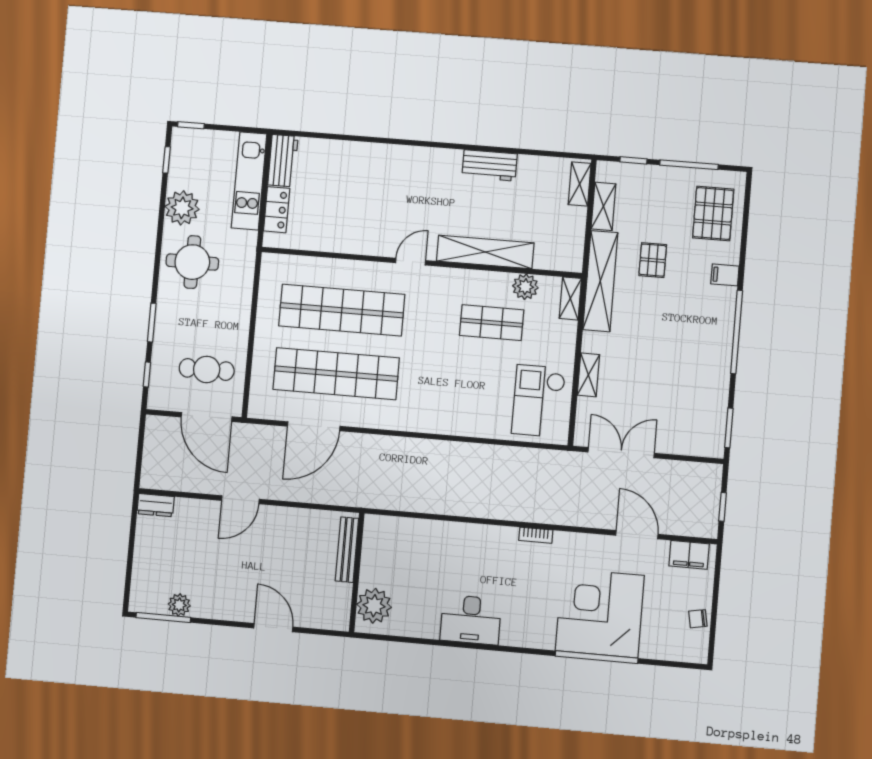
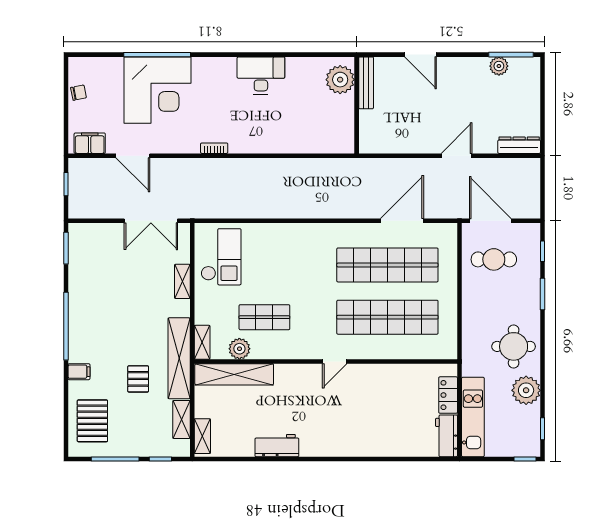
shelving: (485, 252) -> (234, 374), moved
dresser: (156, 505) -> (519, 145), width x1.44
bench: (347, 550) -> (366, 83), moved

